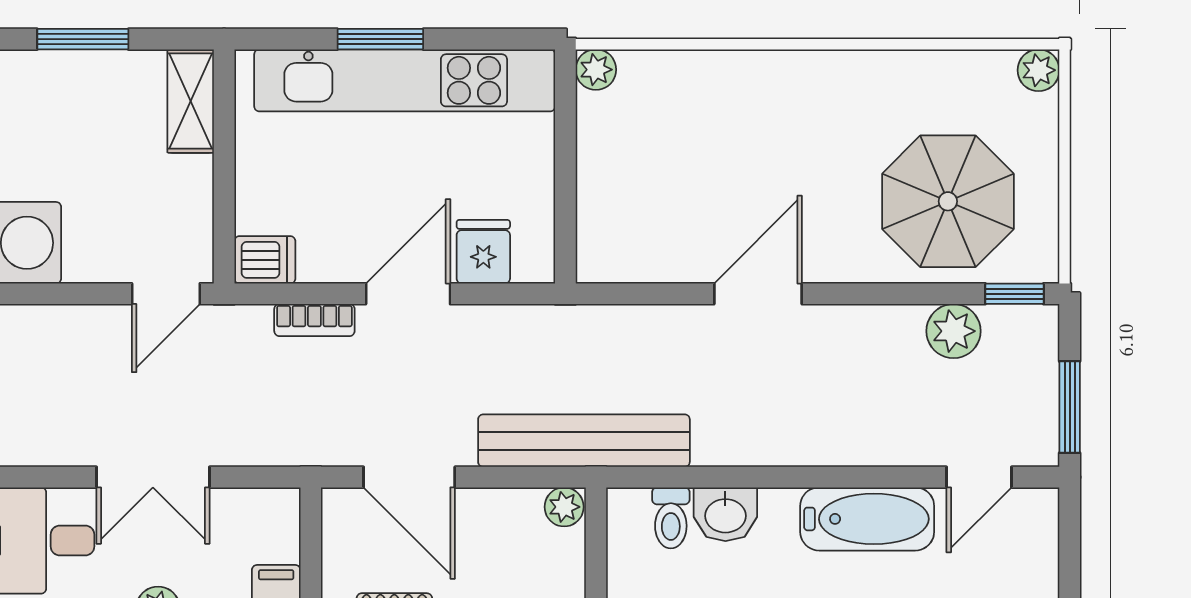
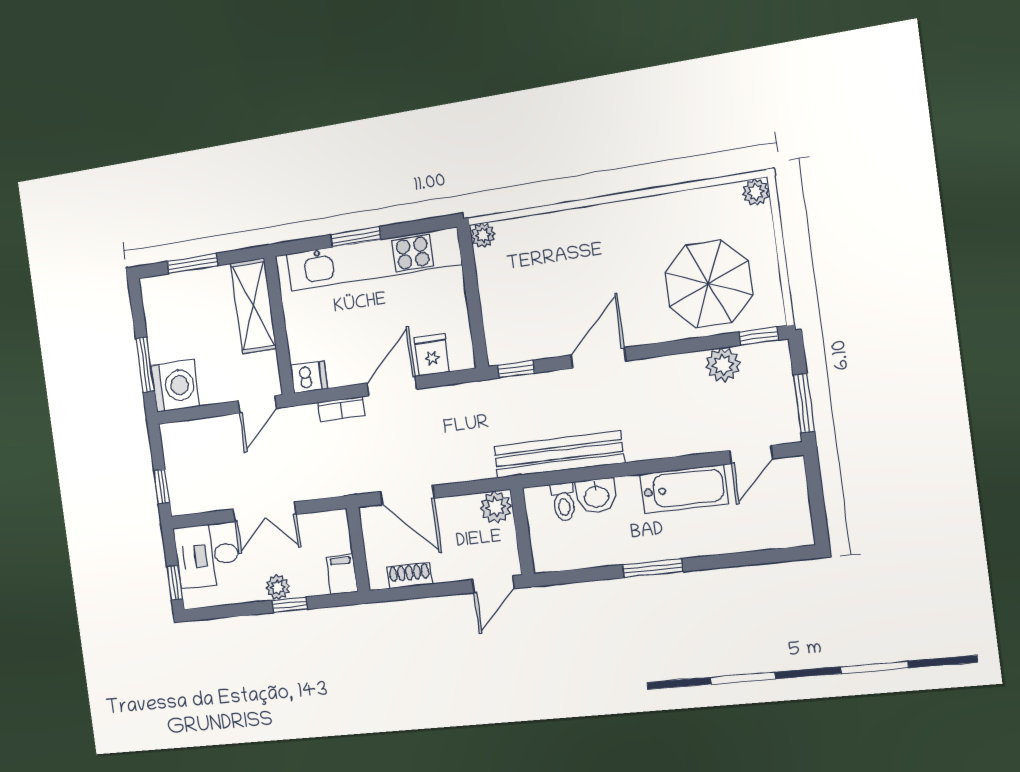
shelving: (191, 101) -> (253, 306), width x1.50, depth x1.33
window: (622, 294) -> (516, 369), added
bench: (584, 441) -> (559, 455), moved
plant: (564, 507) -> (496, 507), width x1.38, depth x1.38

